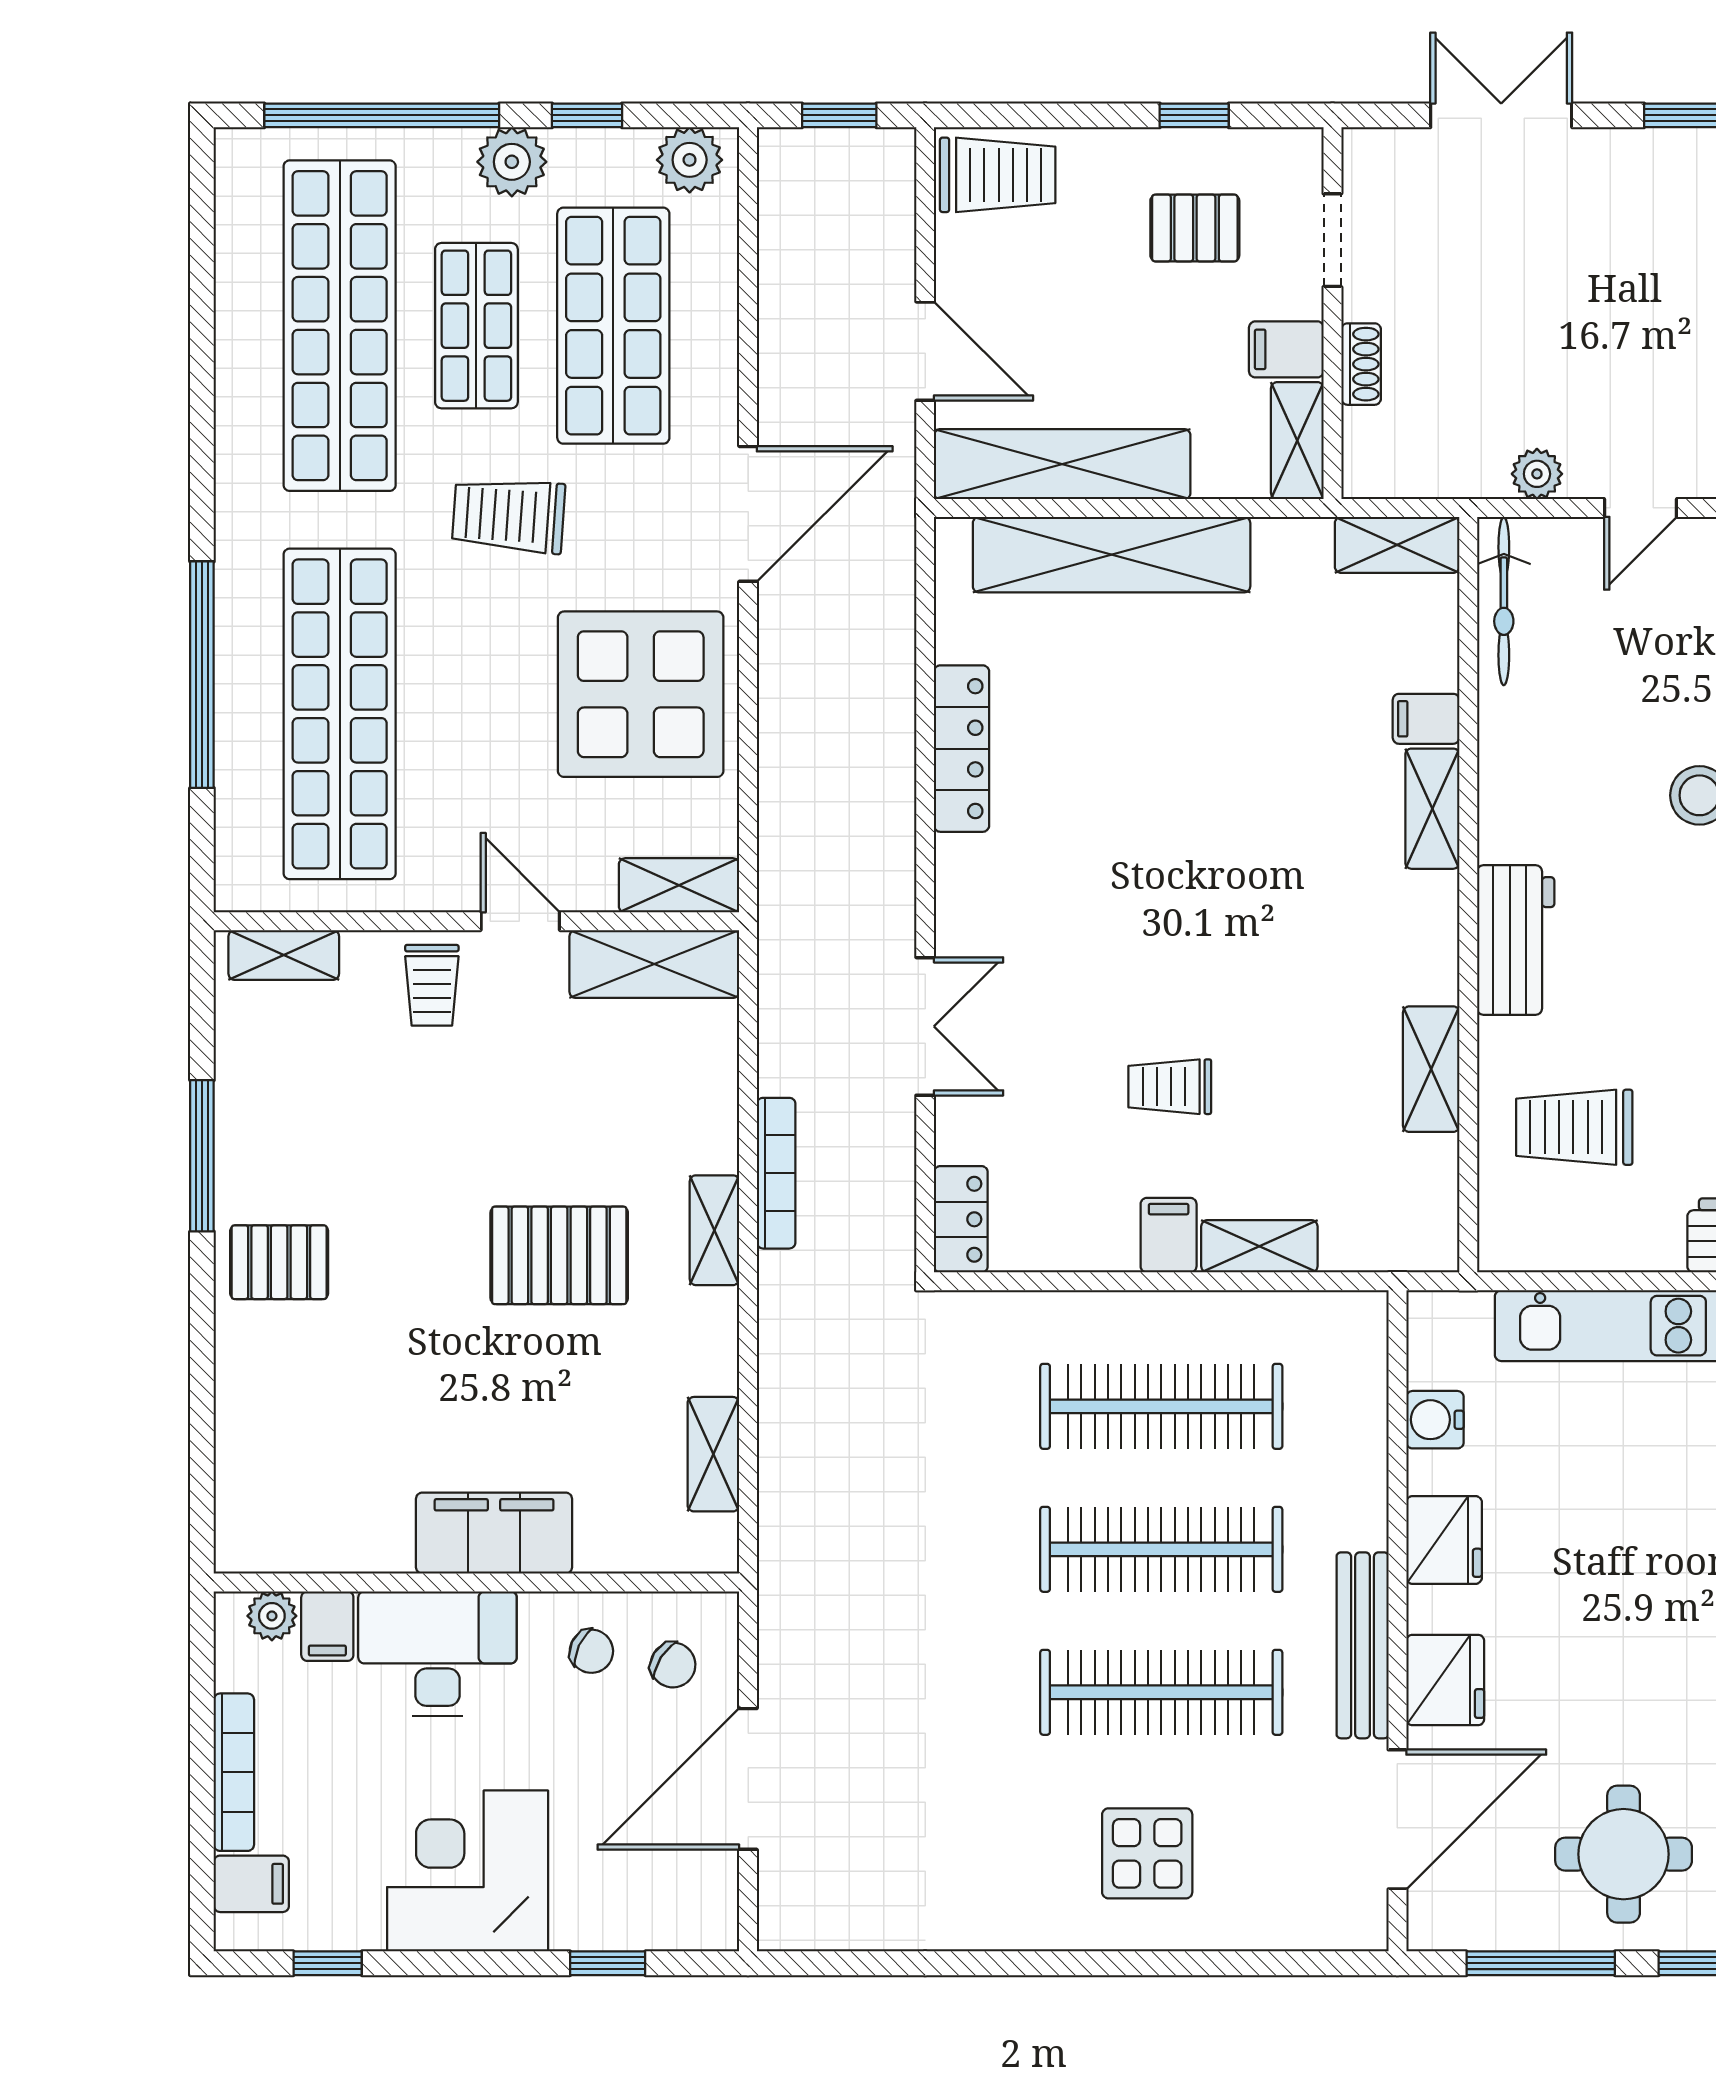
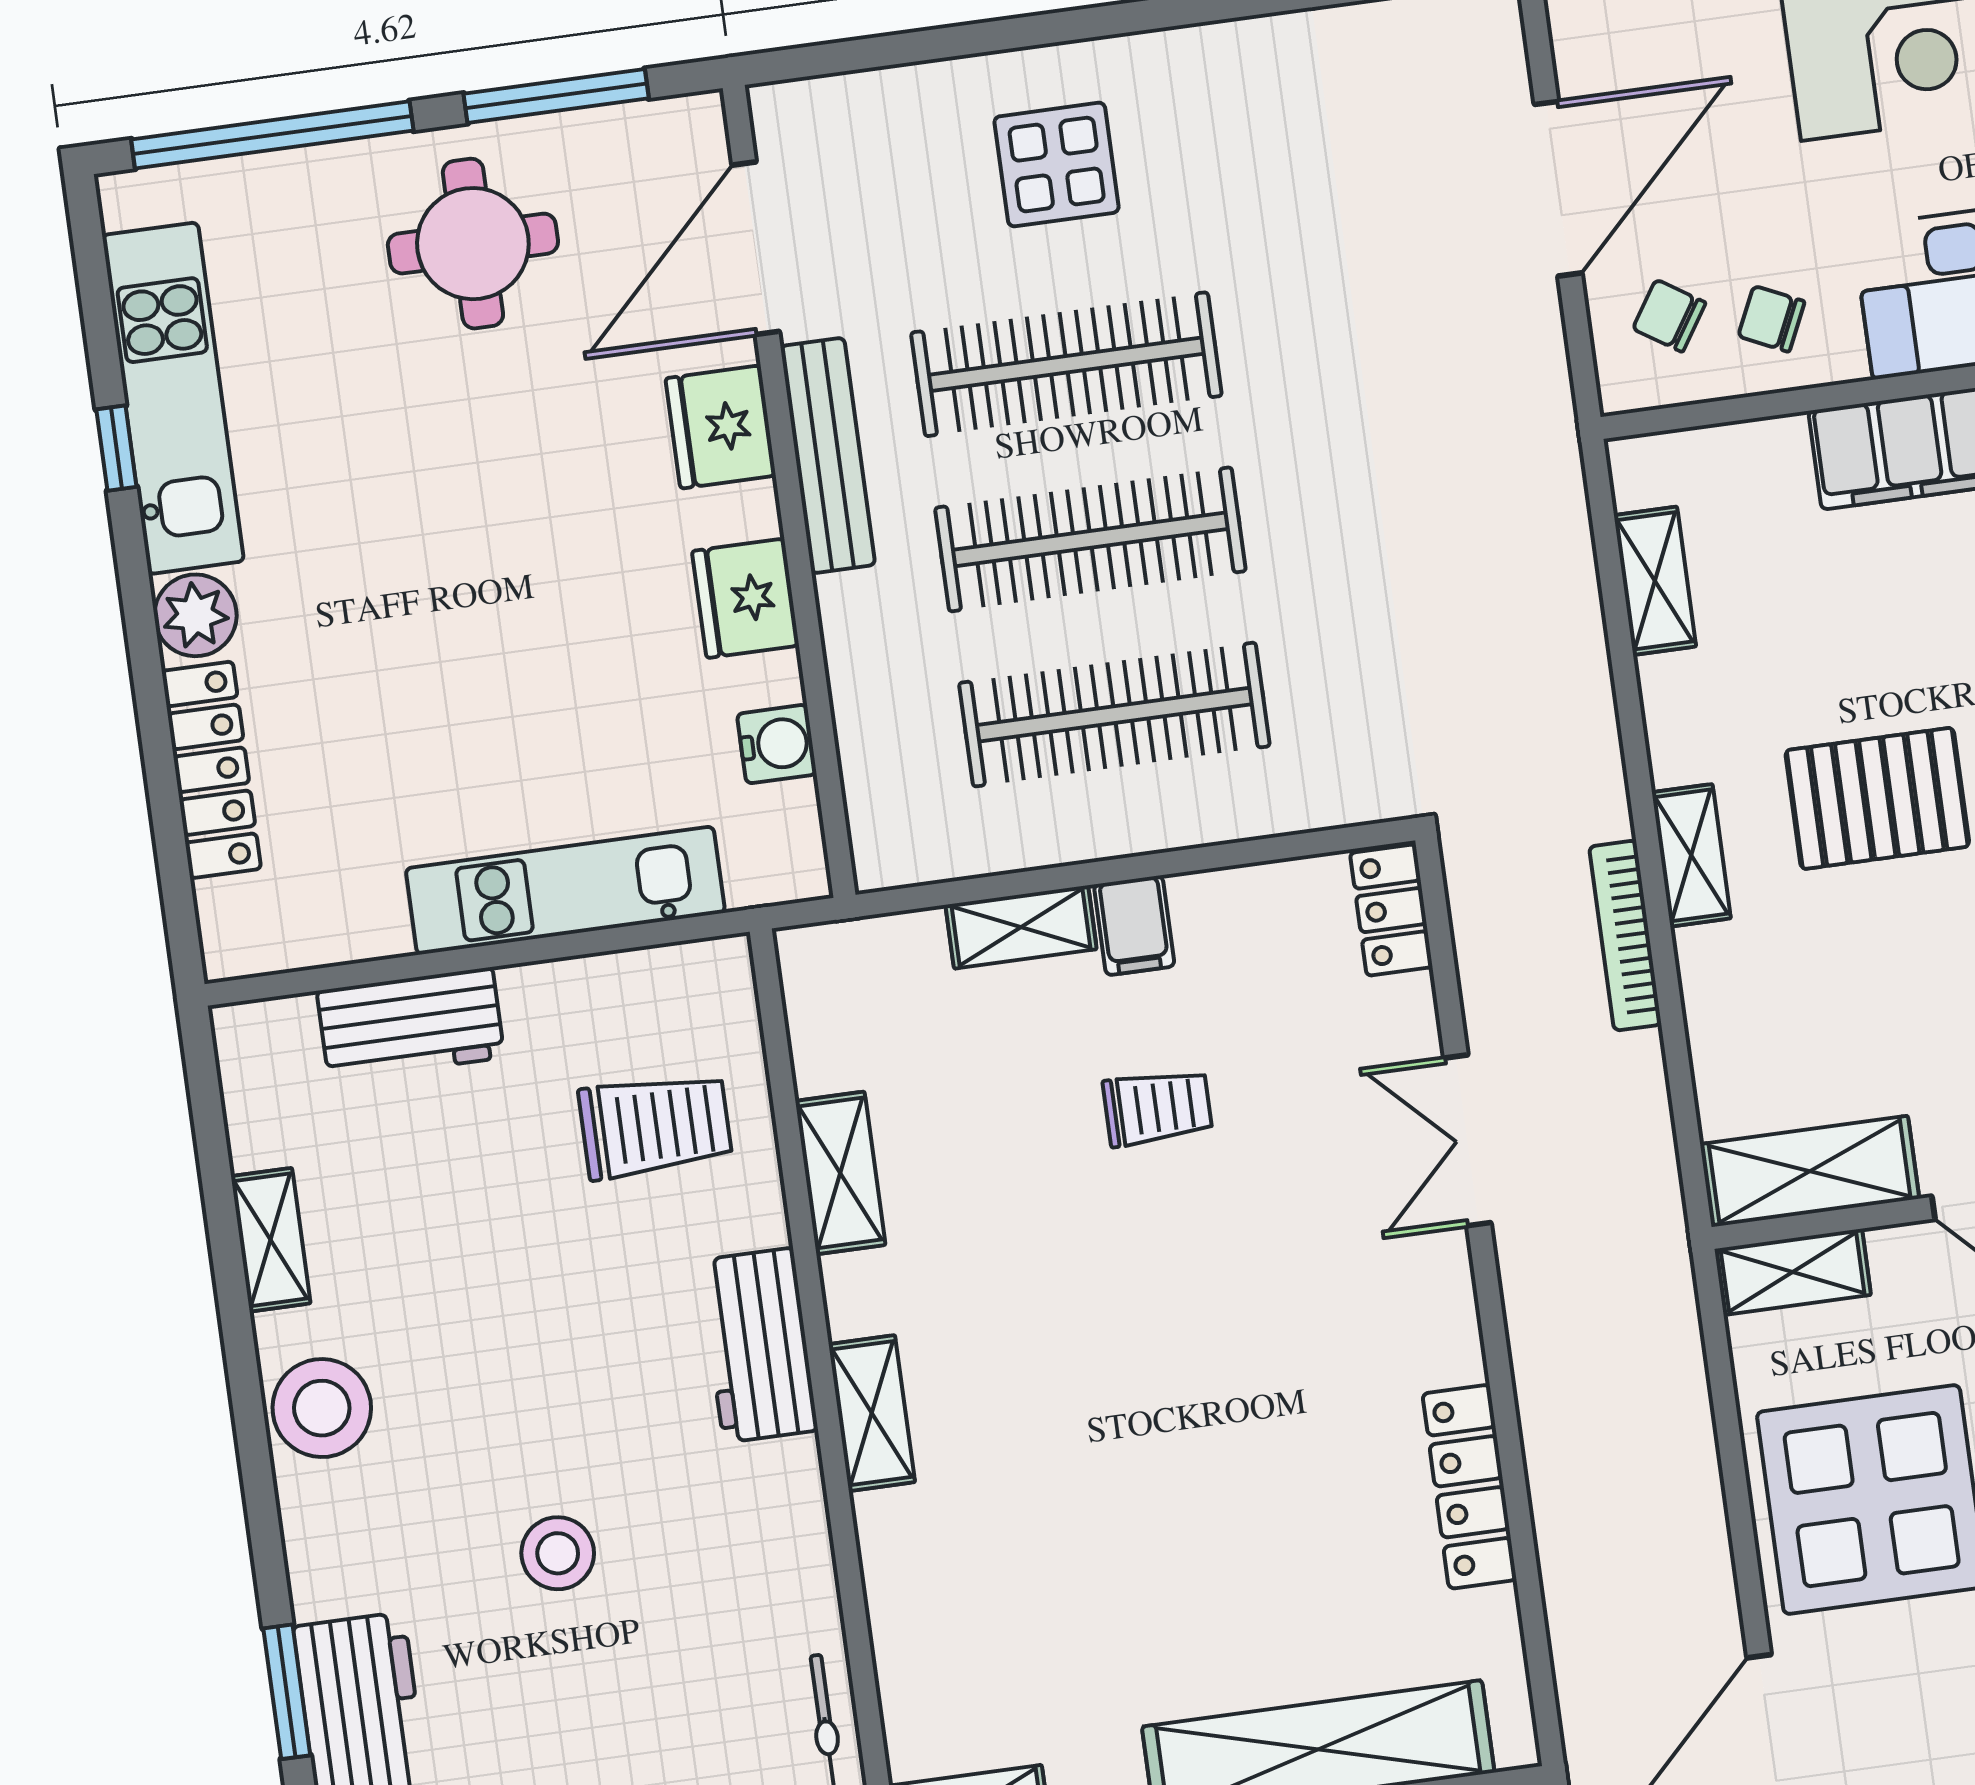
filing cabinet: (1426, 719) -> (905, 1601), removed
shelving: (1432, 809) -> (872, 1413), moved

